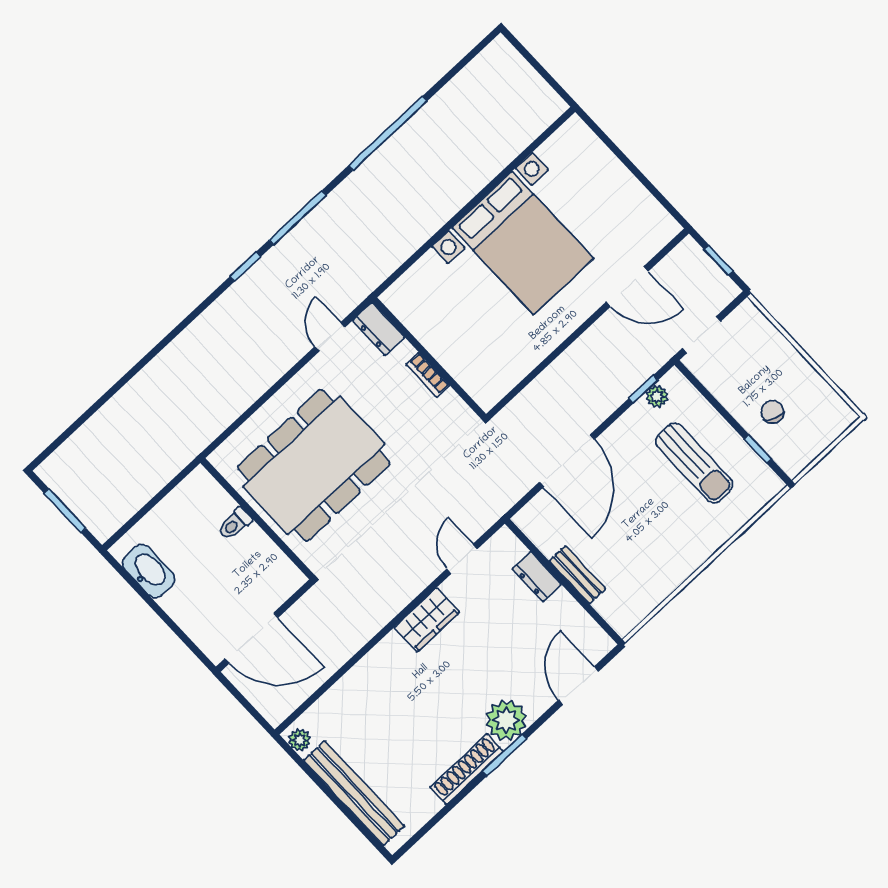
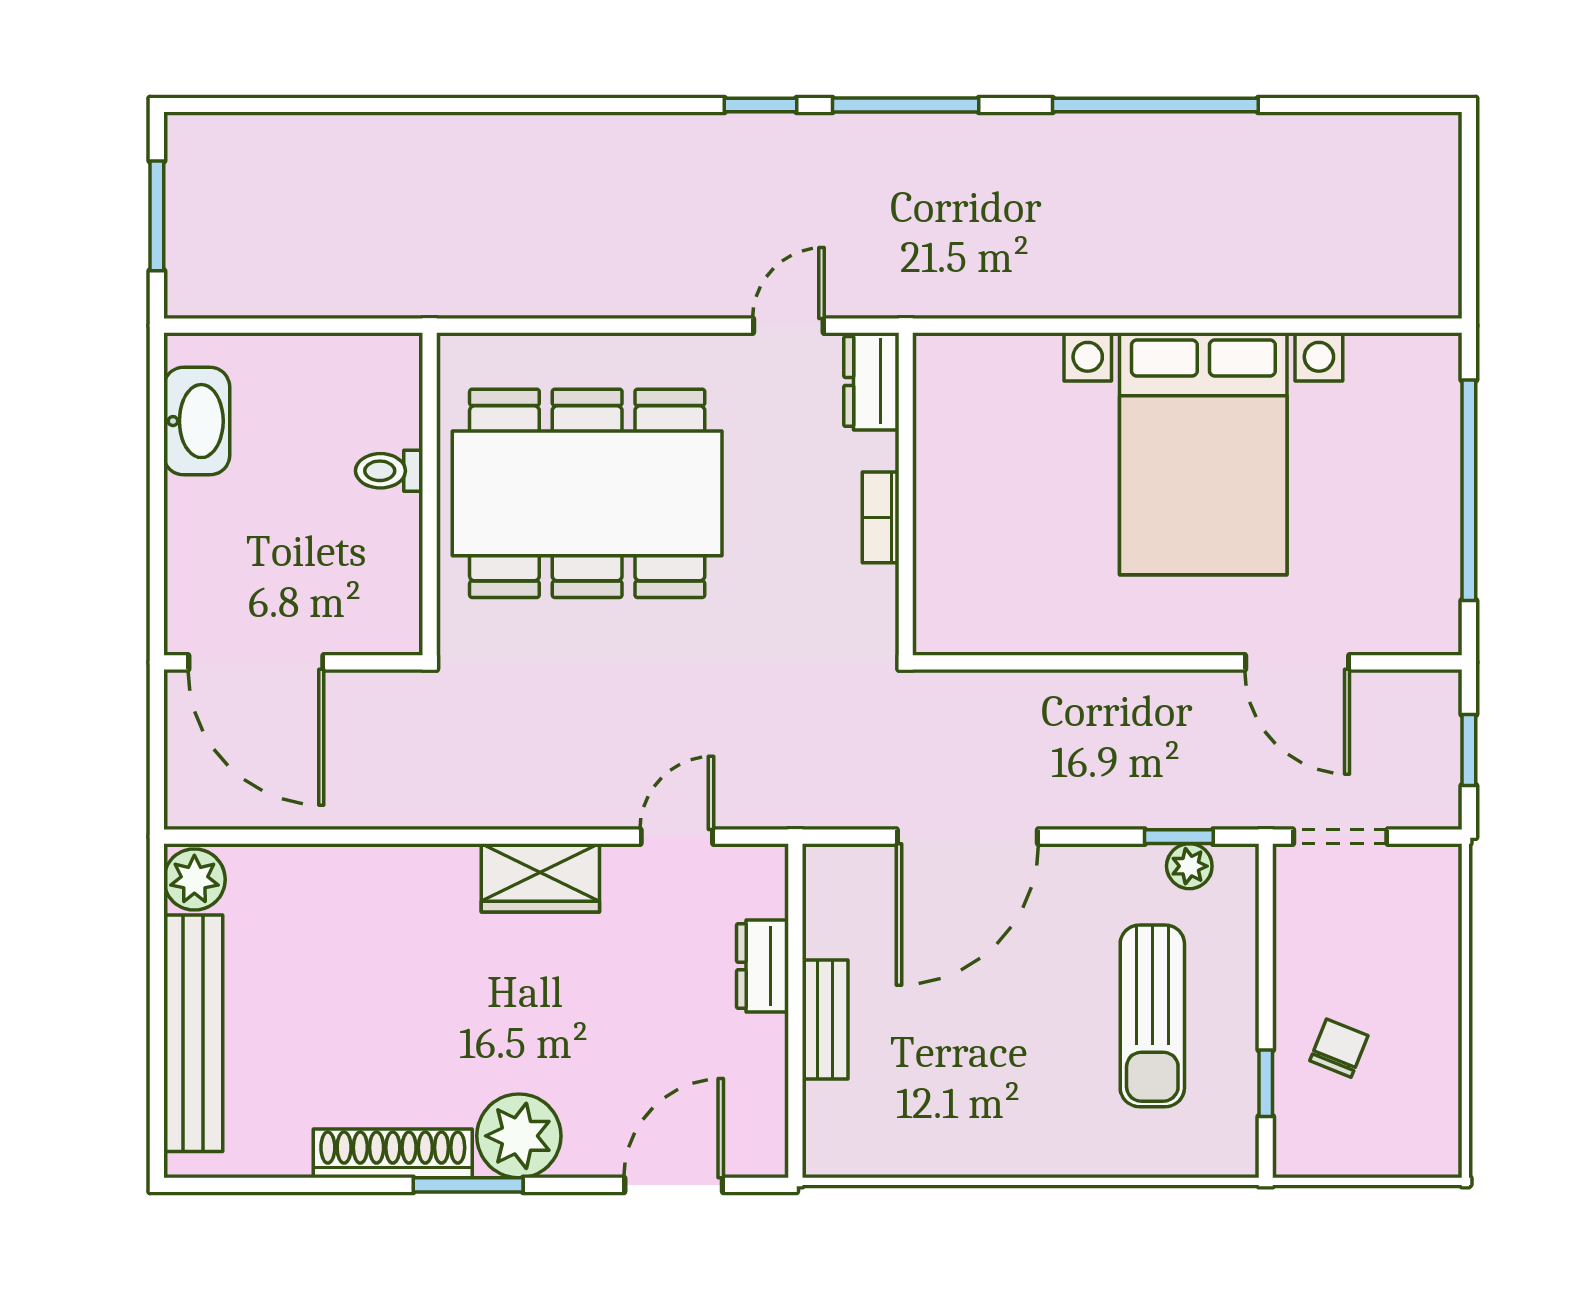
window: (631, 166) -> (1469, 490), added
plant: (300, 740) -> (194, 880), width x1.38, depth x1.38

